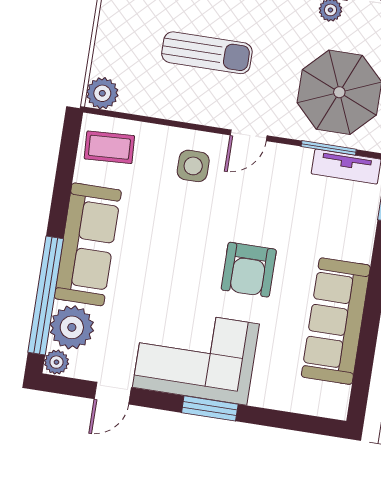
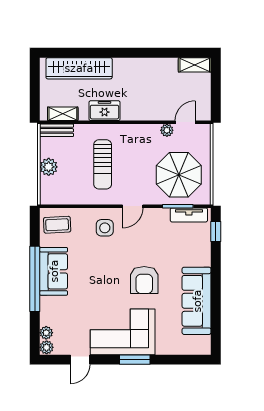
sun lounger: (207, 53) -> (103, 164), turned 90
plant: (102, 93) -> (49, 167), moved
sofa: (88, 244) -> (54, 271), width x0.73
window: (46, 295) -> (35, 279), moved
plant: (72, 327) -> (46, 333), width x0.53, depth x0.53

